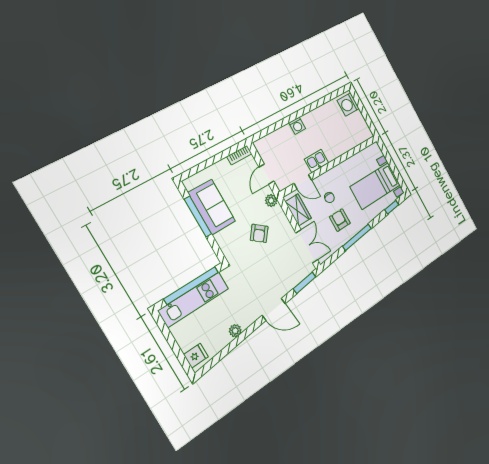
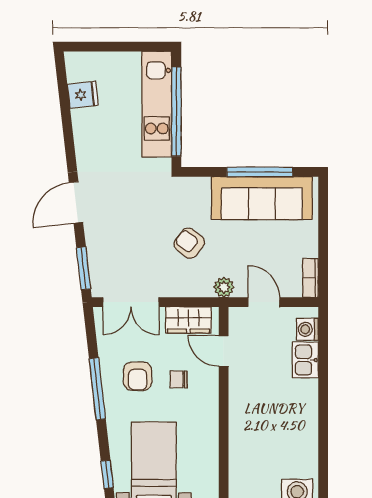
washing machine: (297, 126) -> (307, 329), moved
kitchen sink: (317, 161) -> (305, 360), moved, turned 180
door: (303, 182) -> (224, 351), hinge flipped
sofa: (212, 207) -> (262, 198), width x1.36
armchair: (340, 220) -> (138, 376), turned 90
plant: (235, 331) -> (83, 134), removed
fridge: (196, 356) -> (83, 95), moved, turned -97

